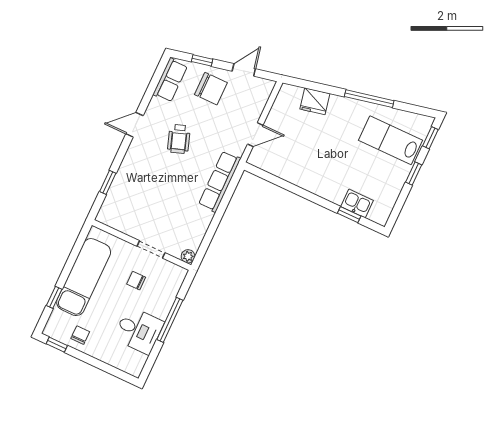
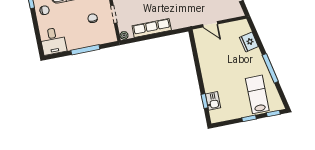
row of seats: (220, 181) -> (152, 28), moved
desk: (139, 330) -> (53, 41), moved

